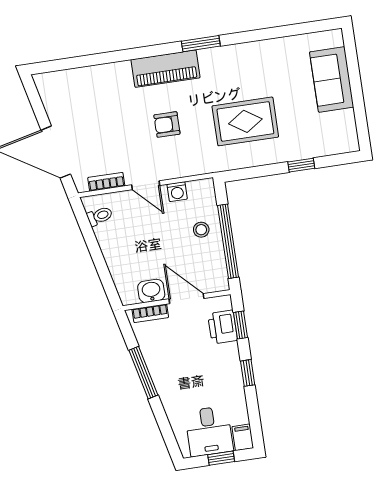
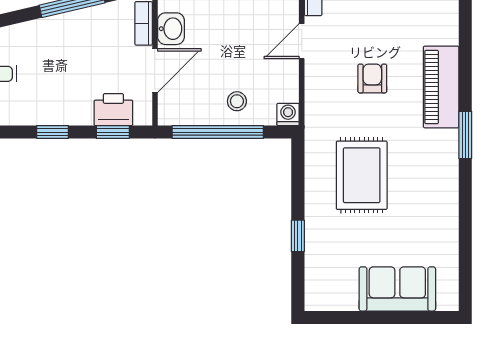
washing machine: (177, 192) -> (288, 114), moved, turned 90

